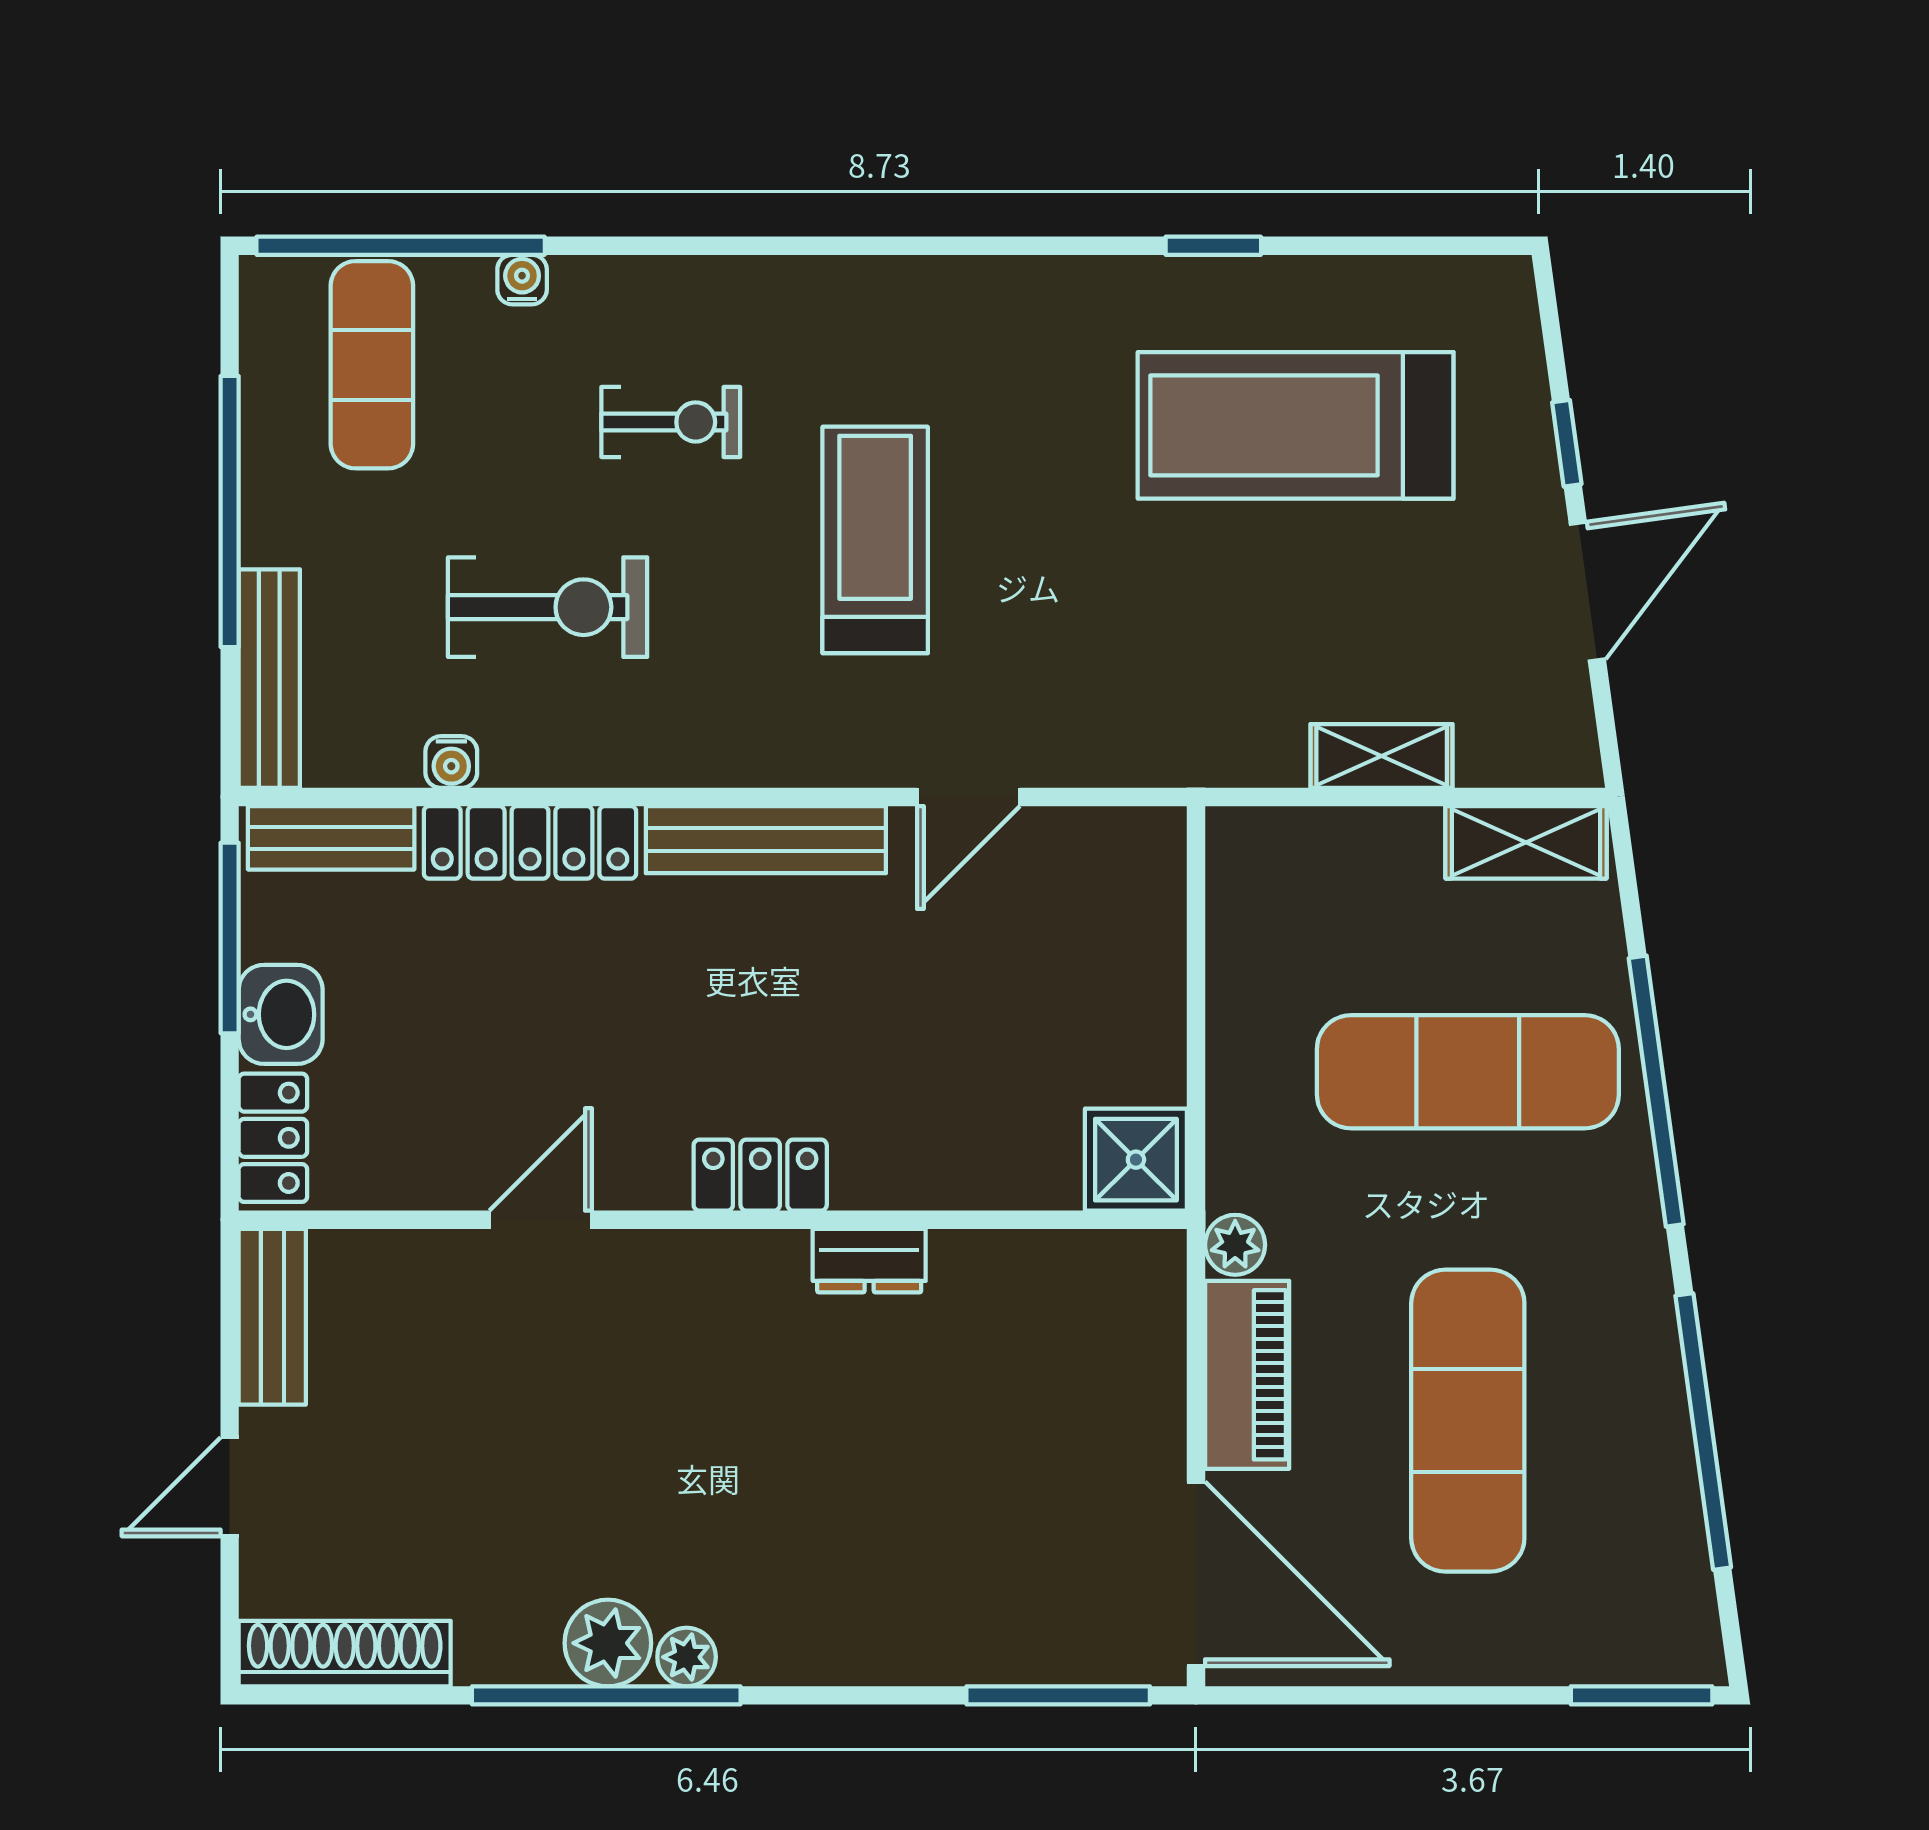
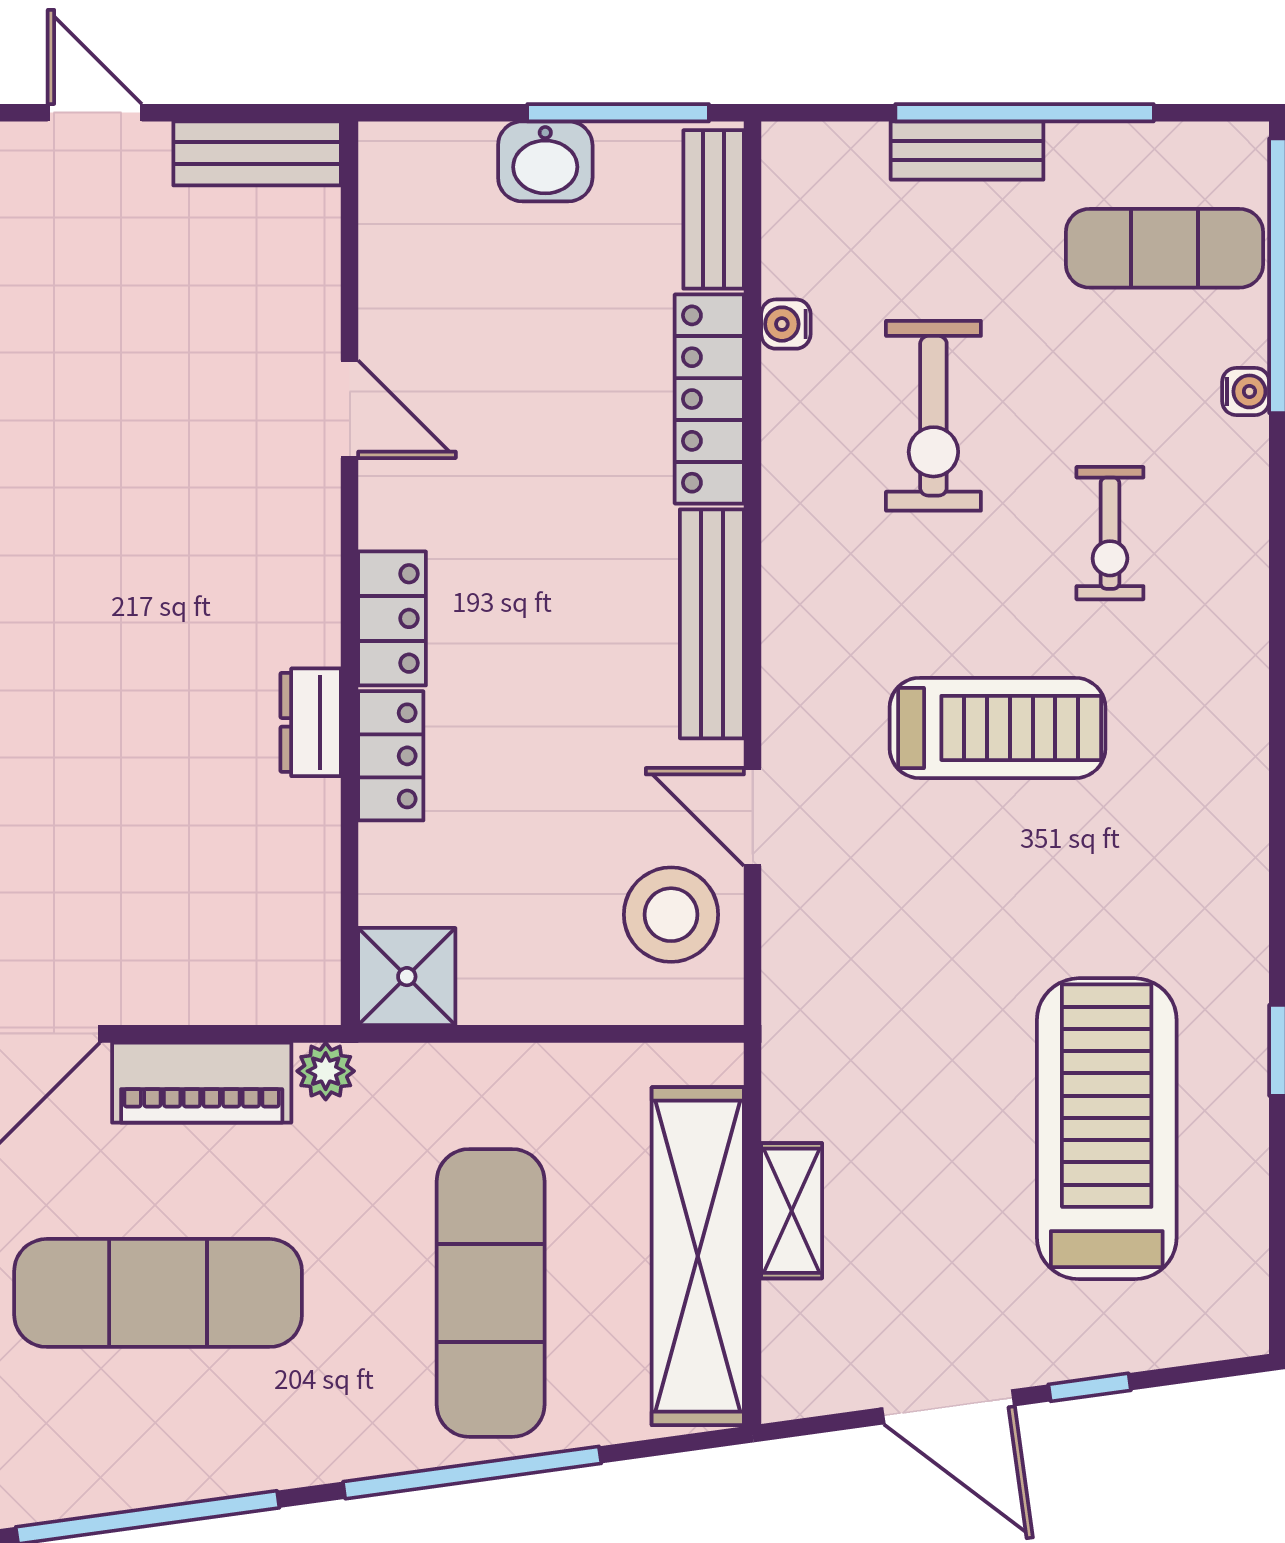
bench: (269, 679) -> (967, 151), moved, width x0.73
shelving: (1526, 842) -> (698, 1256), width x2.20, depth x1.33
stool: (1071, 882) -> (671, 915), added
locker: (273, 1138) -> (391, 756), moved, turned -90

